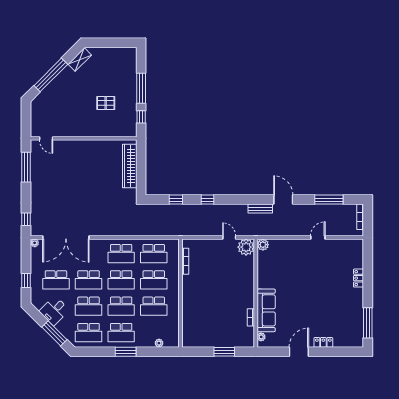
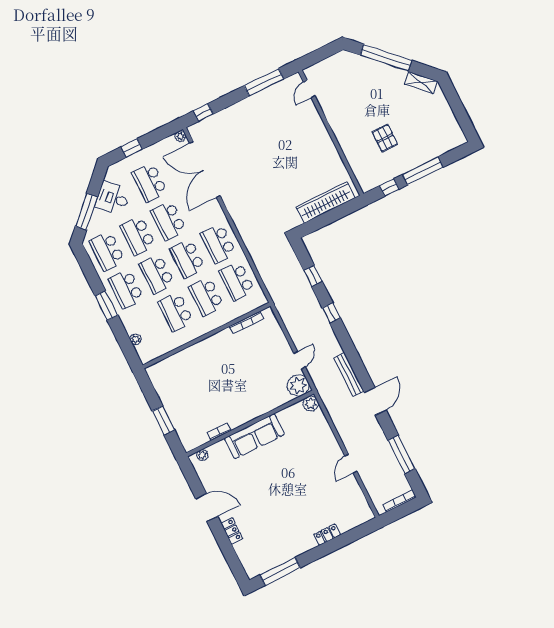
bench: (260, 209) -> (349, 374), width x1.36
door: (318, 237) -> (351, 464), swing flipped
sofa: (266, 310) -> (254, 436), moved

